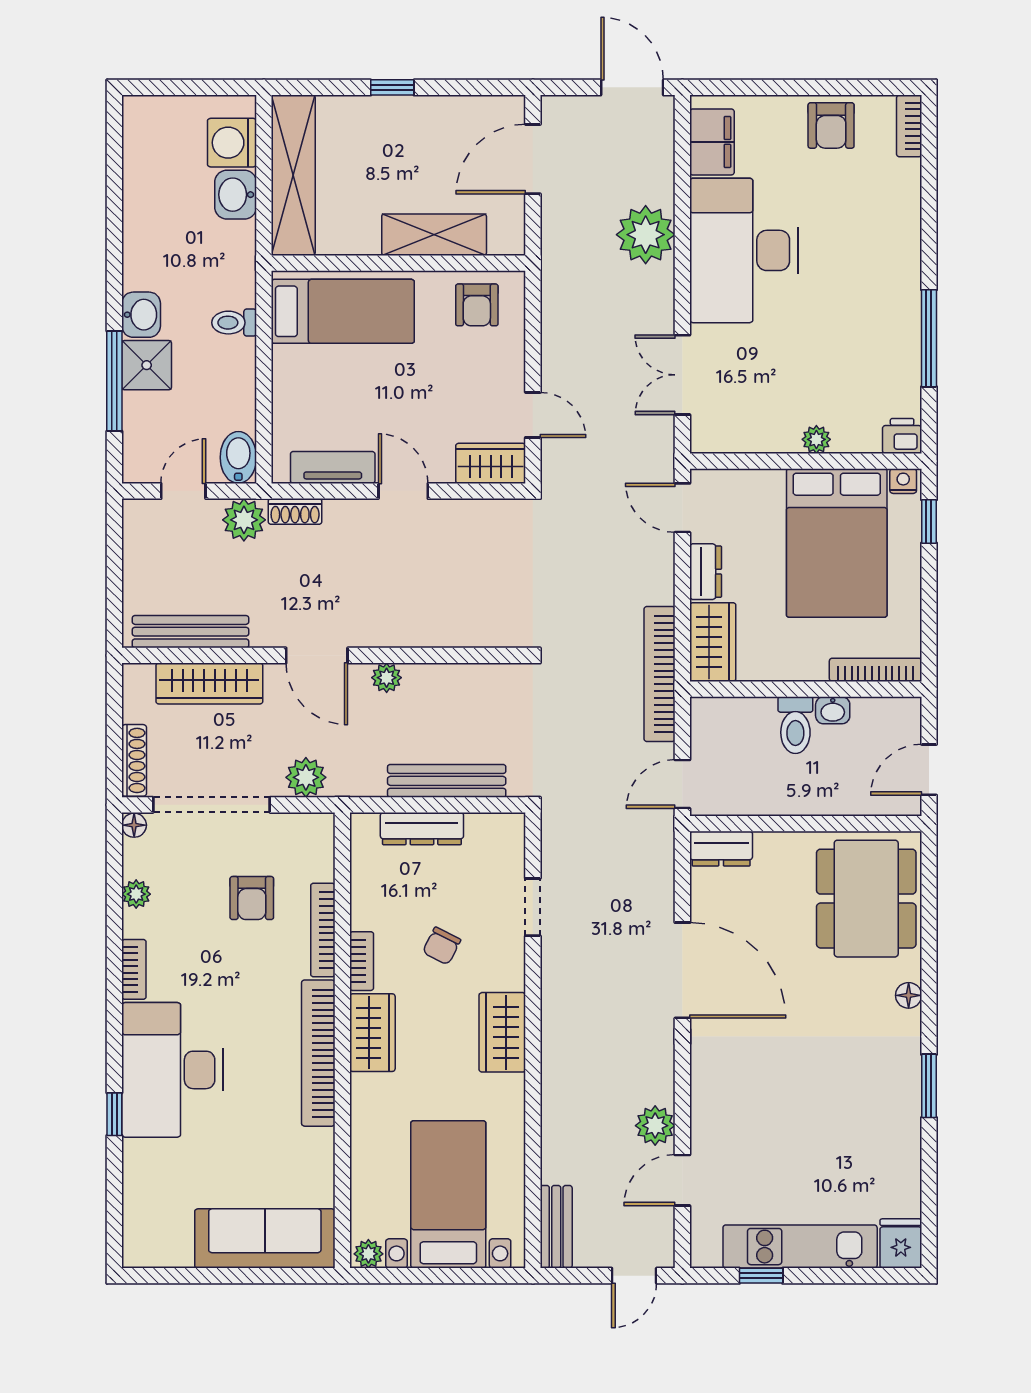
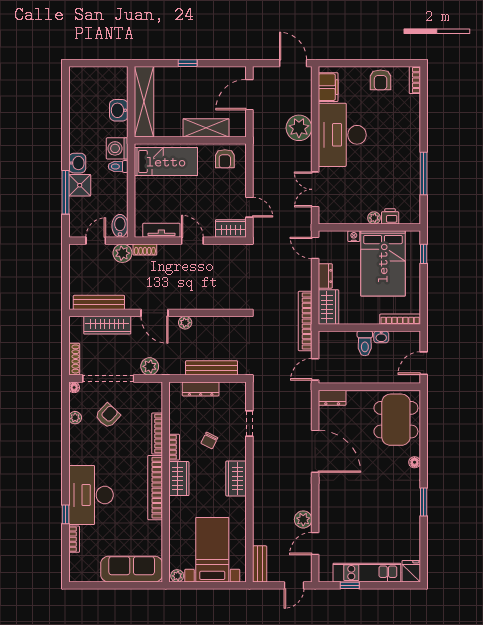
washing machine: (232, 143) -> (117, 148), moved
printer: (902, 436) -> (390, 216), moved
nightstand: (903, 481) -> (354, 236), moved
armchair: (252, 898) -> (108, 416), moved, turned -137
bookcase: (134, 969) -> (74, 539), moved

